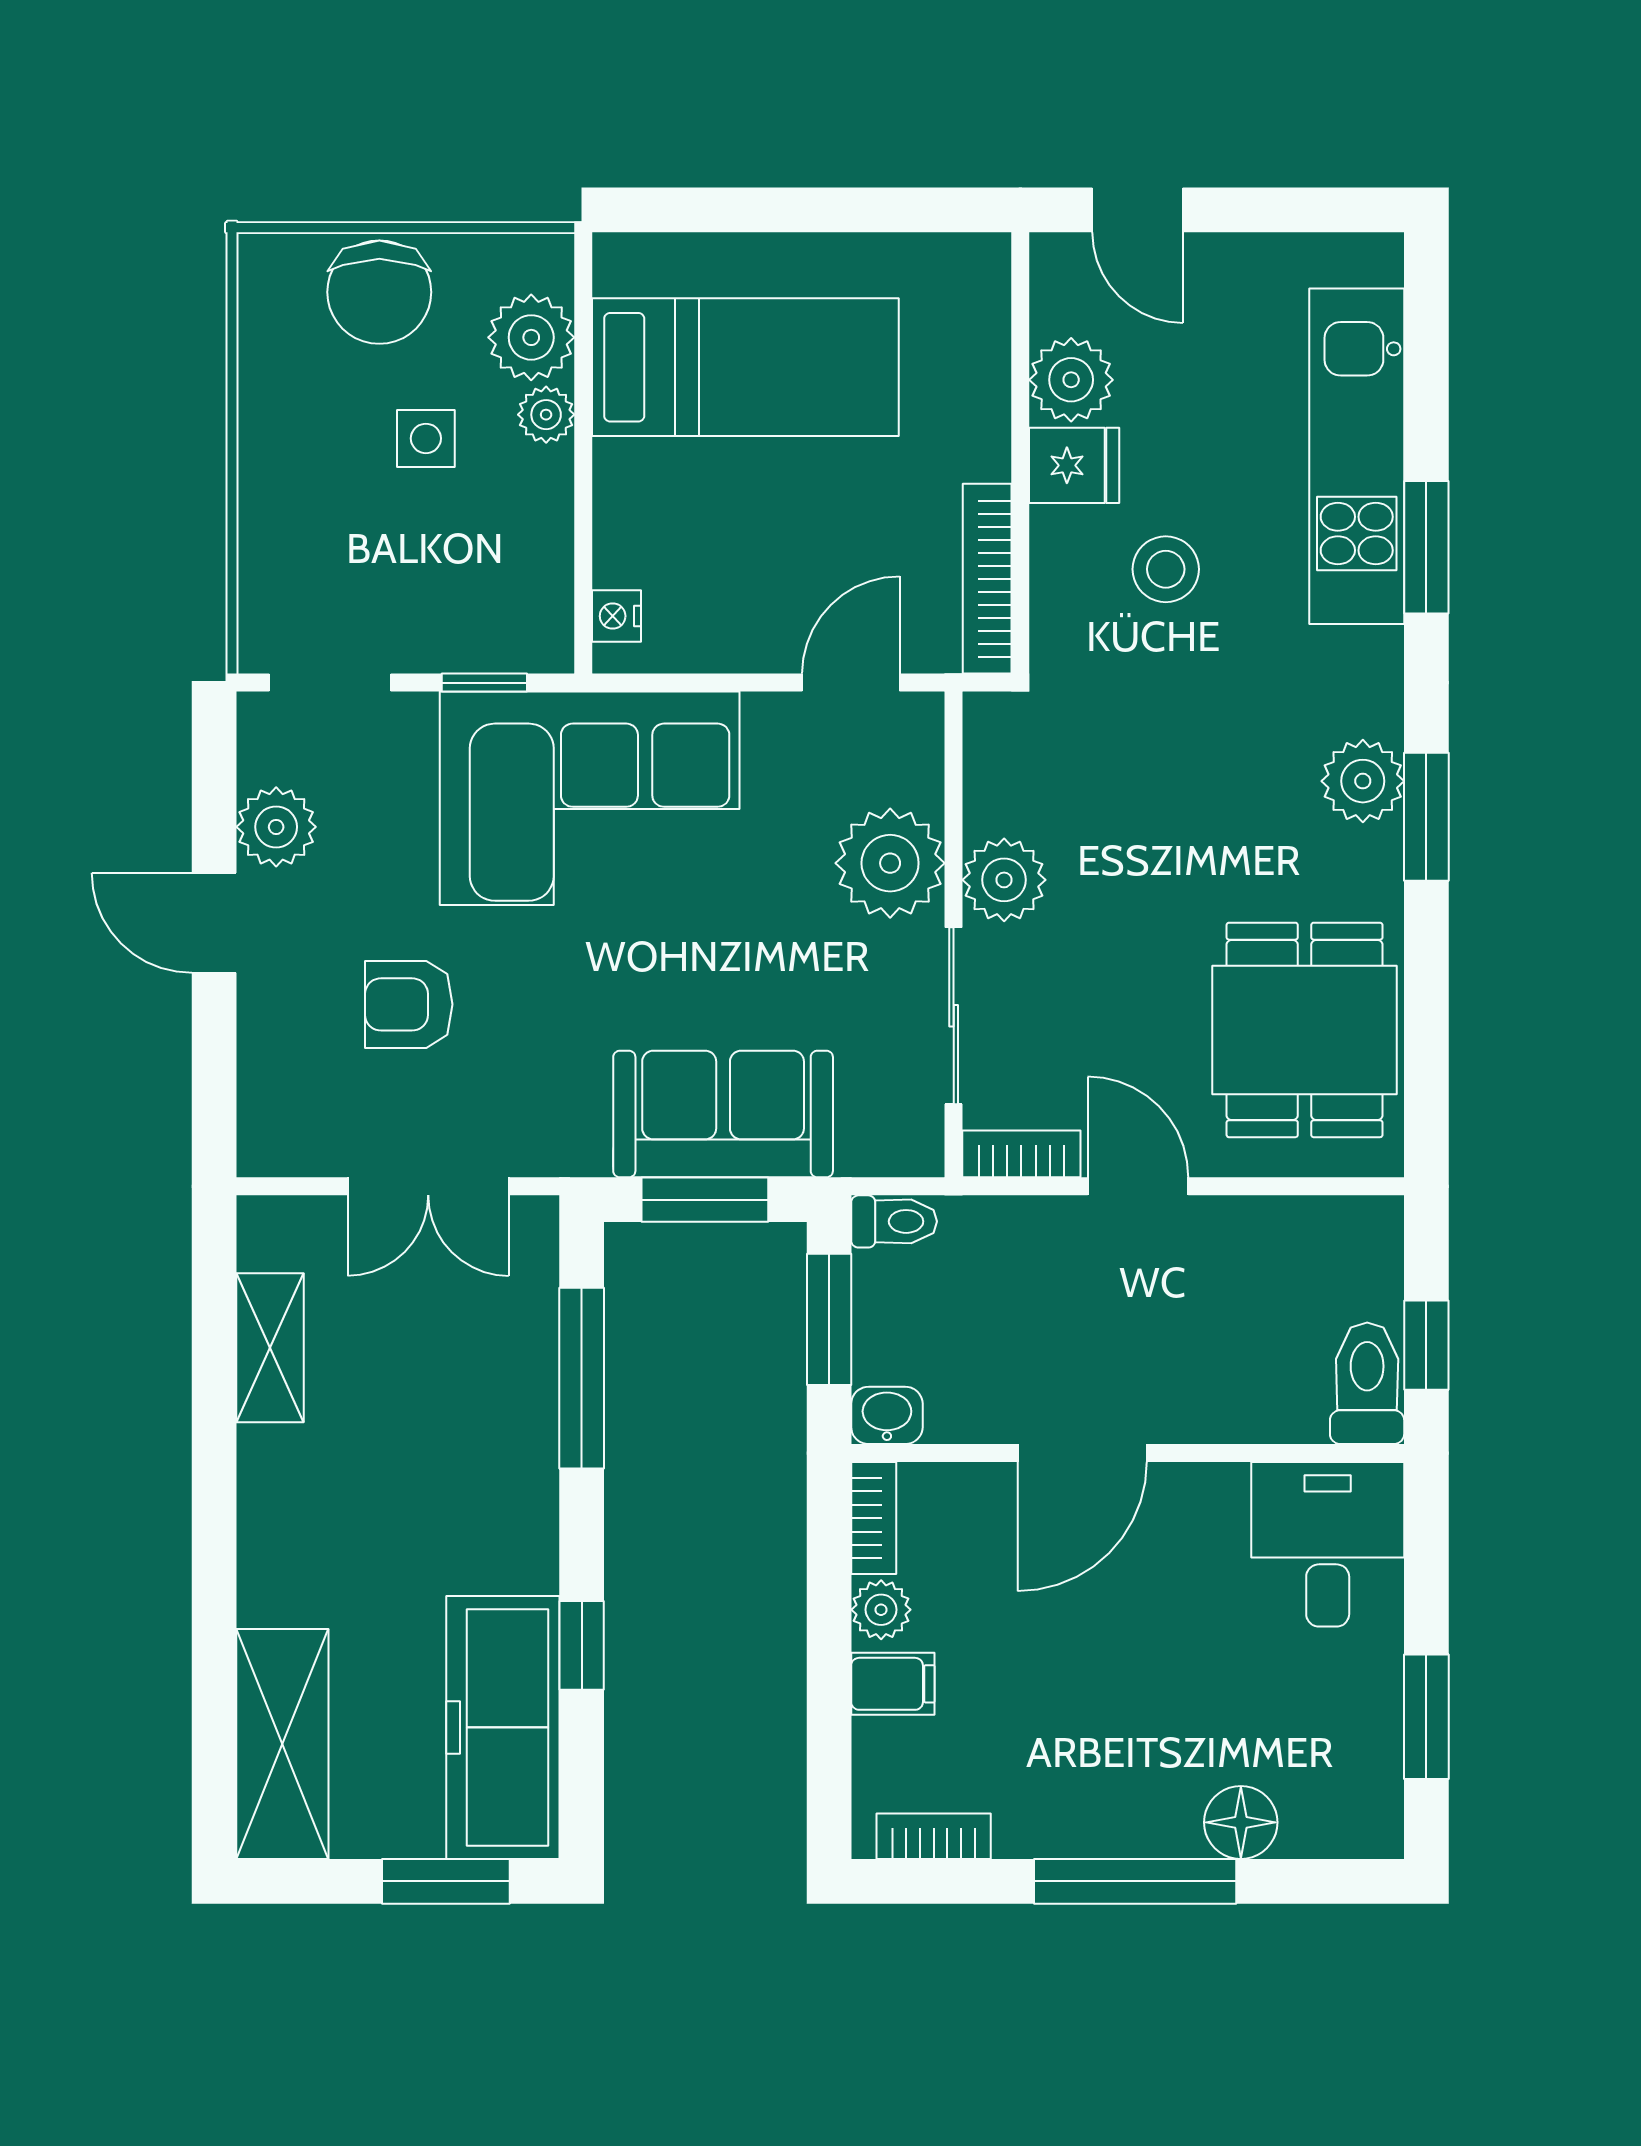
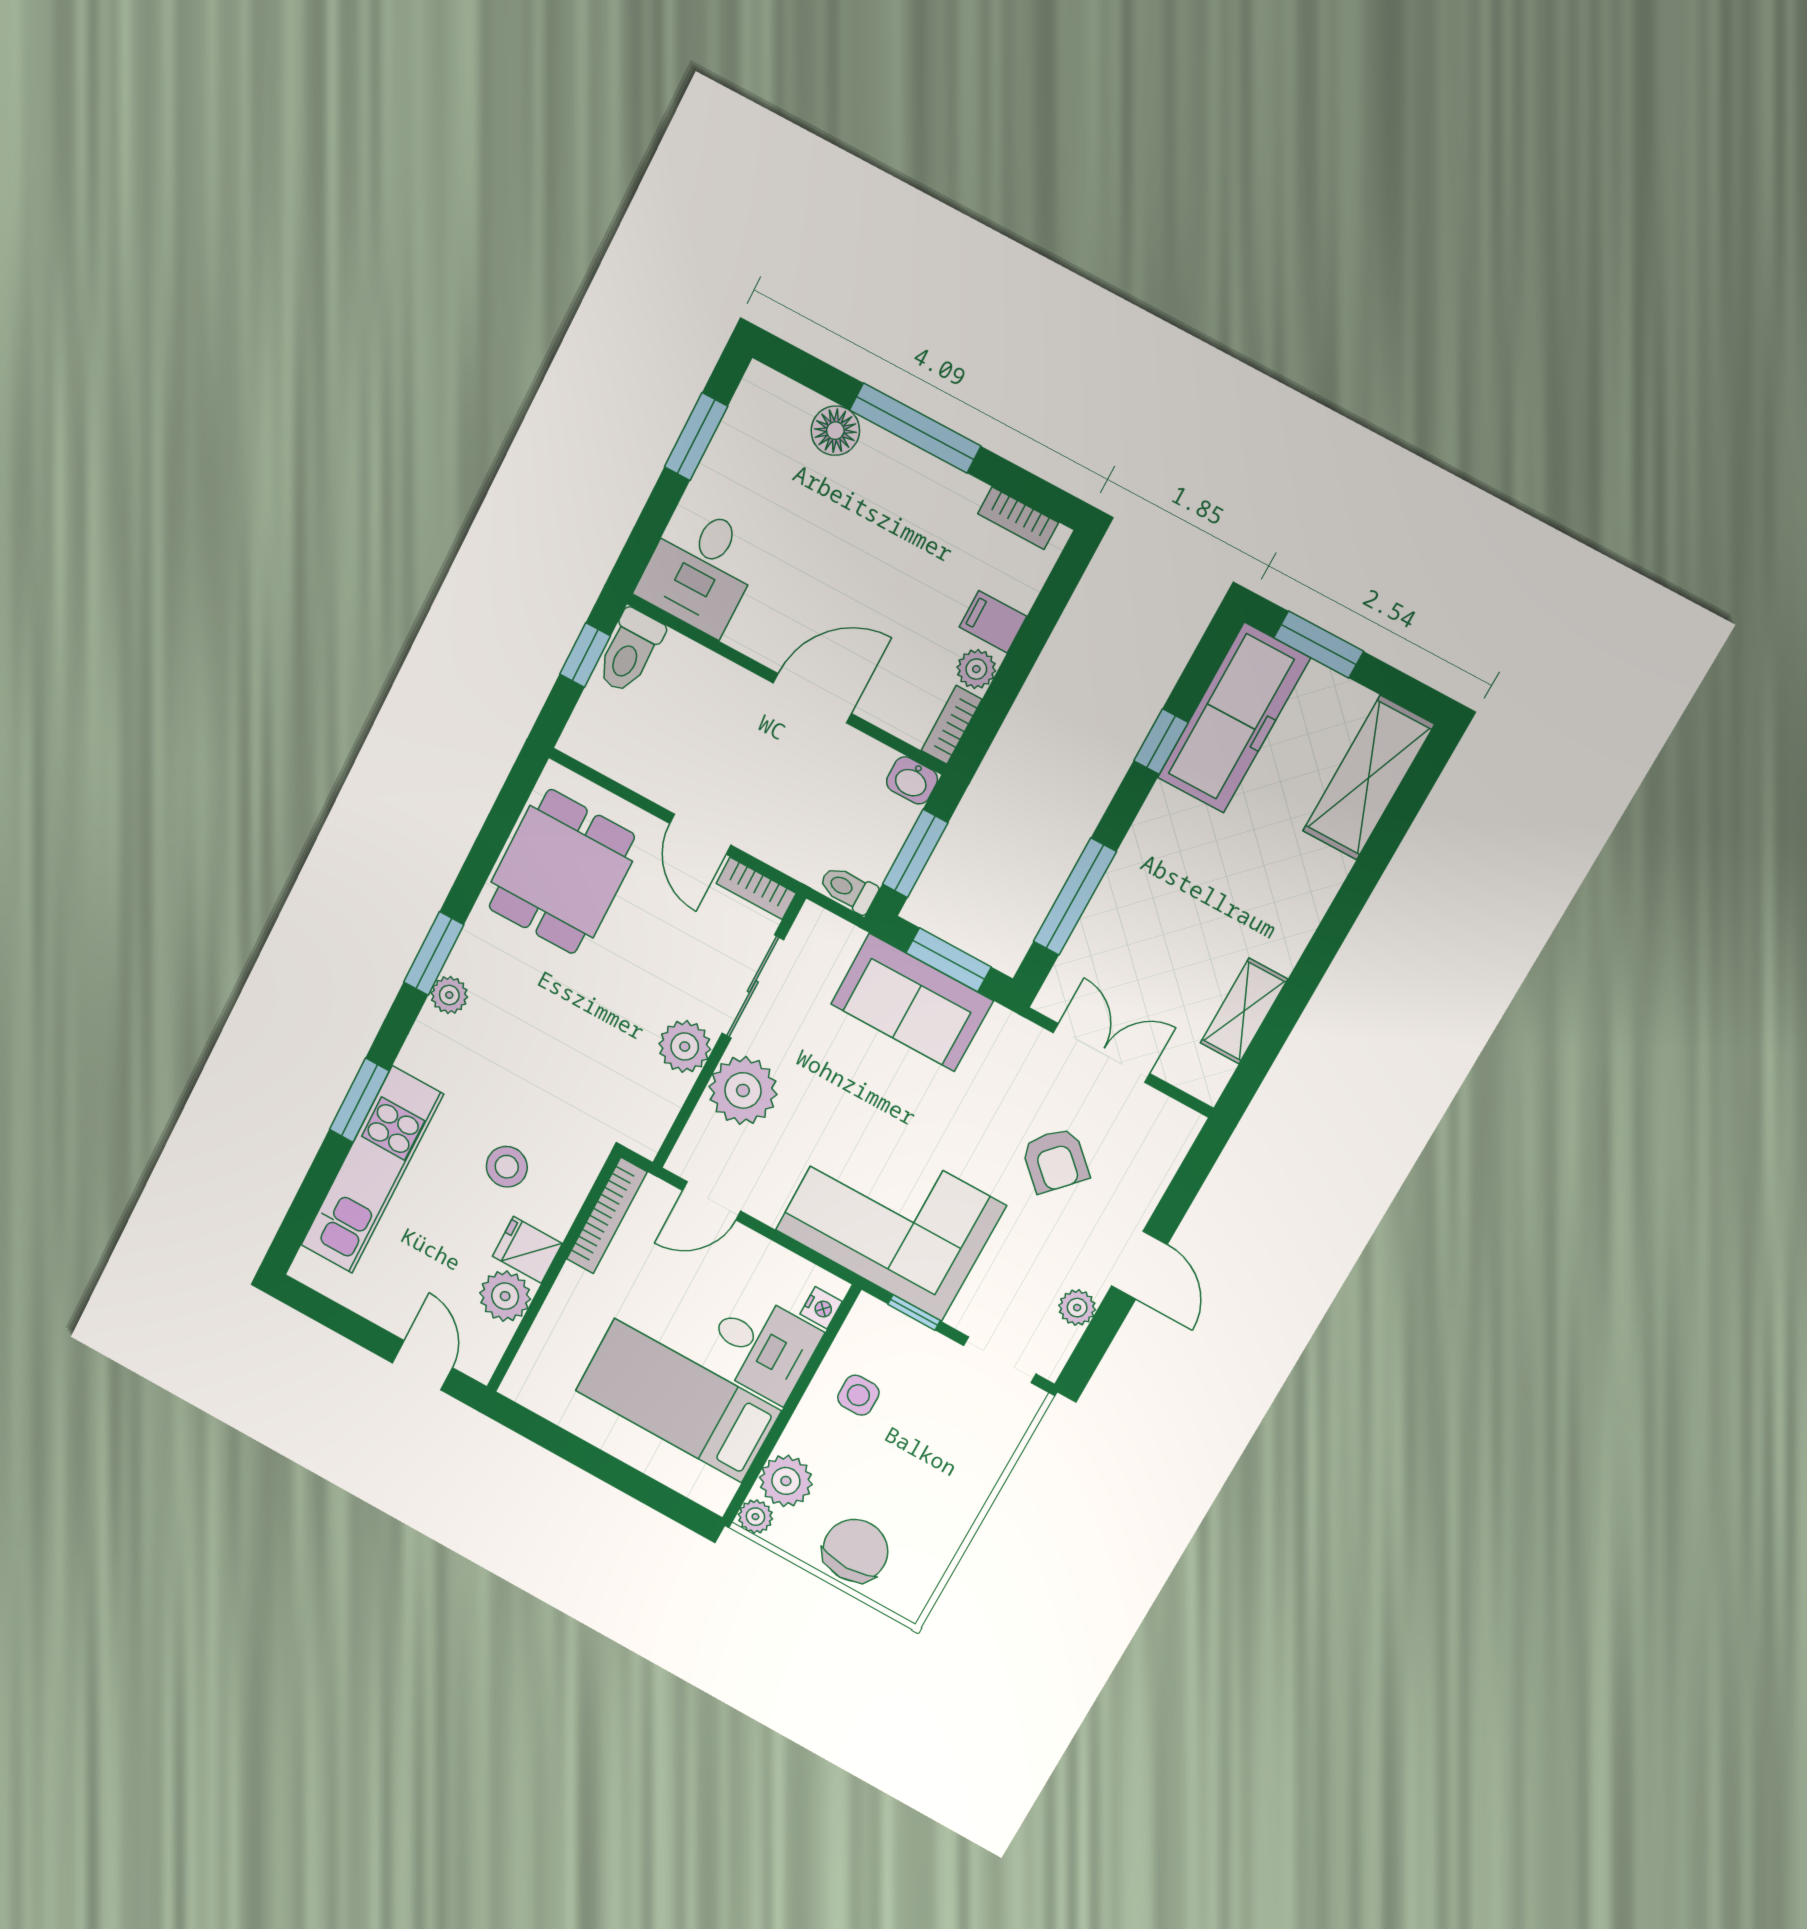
plant: (546, 415) -> (755, 1517), moved
side table: (426, 438) -> (858, 1395), moved
desk: (669, 513) -> (762, 1347), added
plant: (1363, 781) -> (449, 995), width x0.73, depth x0.73
plant: (276, 827) -> (1077, 1308), width x0.73, depth x0.73
armchair: (409, 1004) -> (1055, 1160), turned 43

